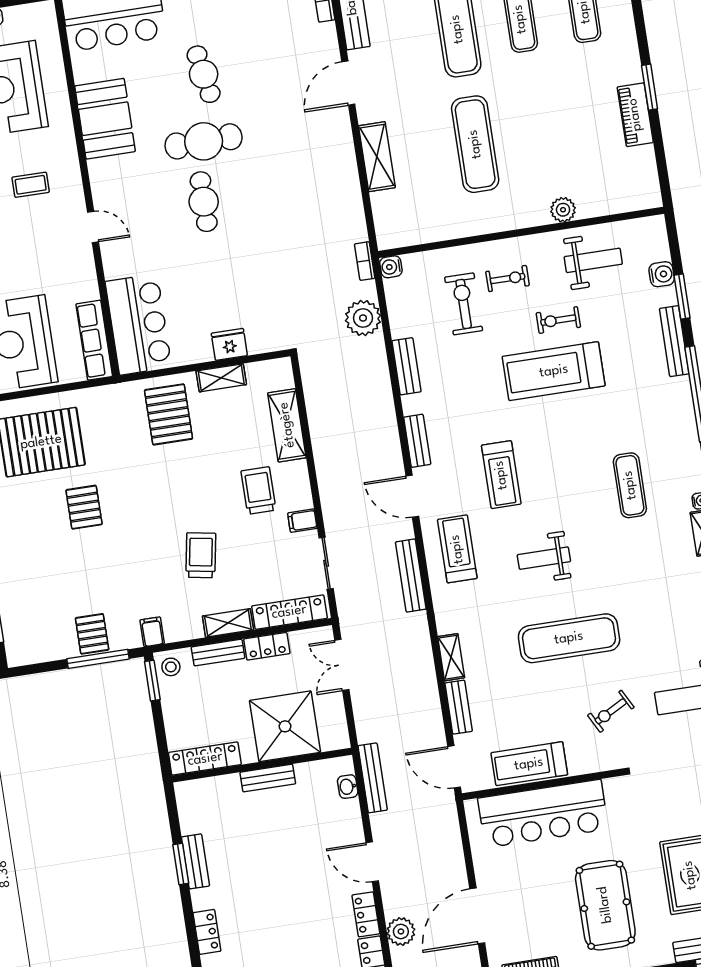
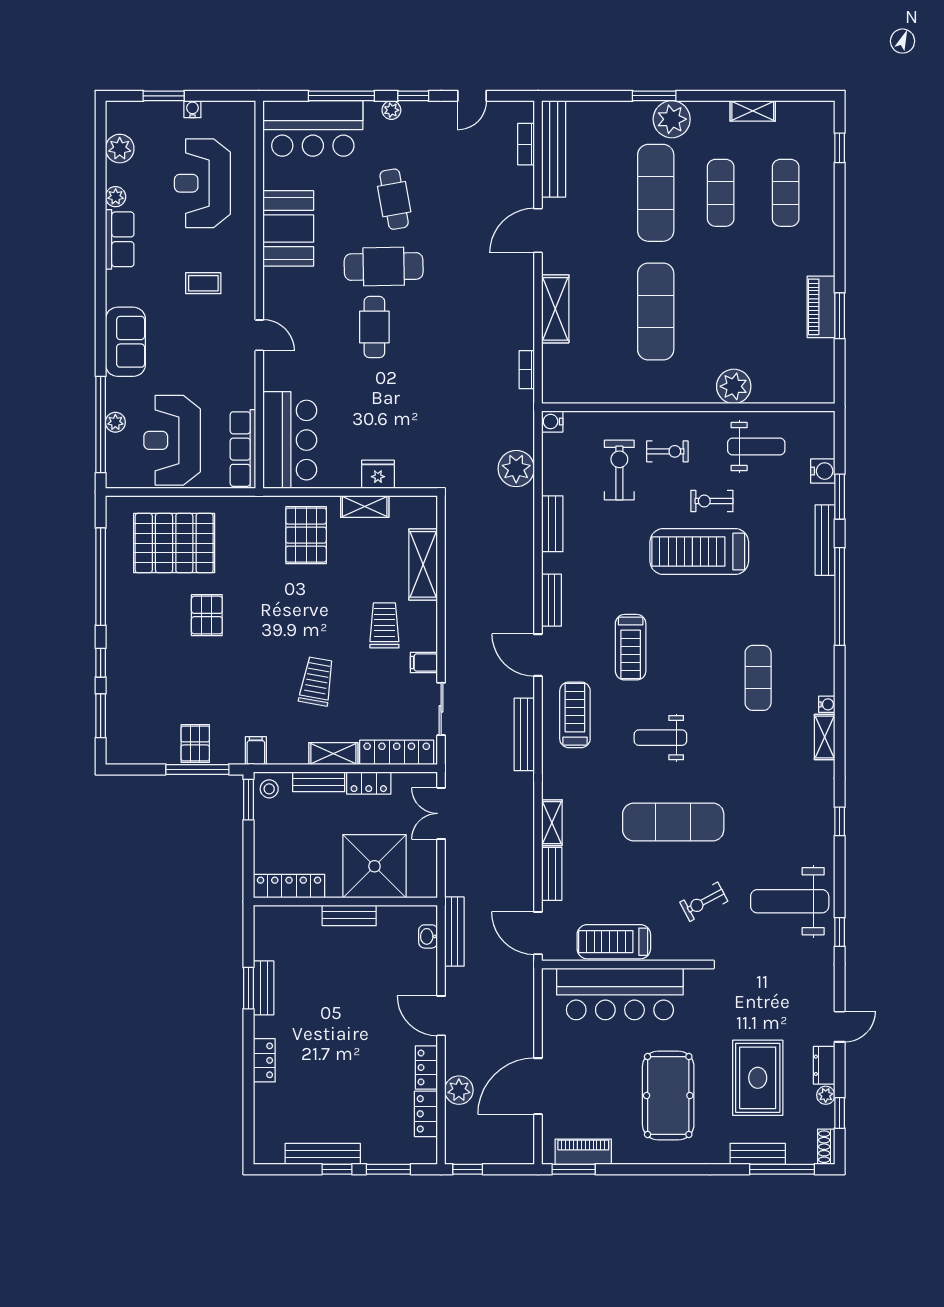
window: (650, 87) -> (840, 316), moved
plant: (563, 210) -> (734, 386), width x1.36, depth x1.36
bookcase: (365, 261) -> (527, 370), moved

